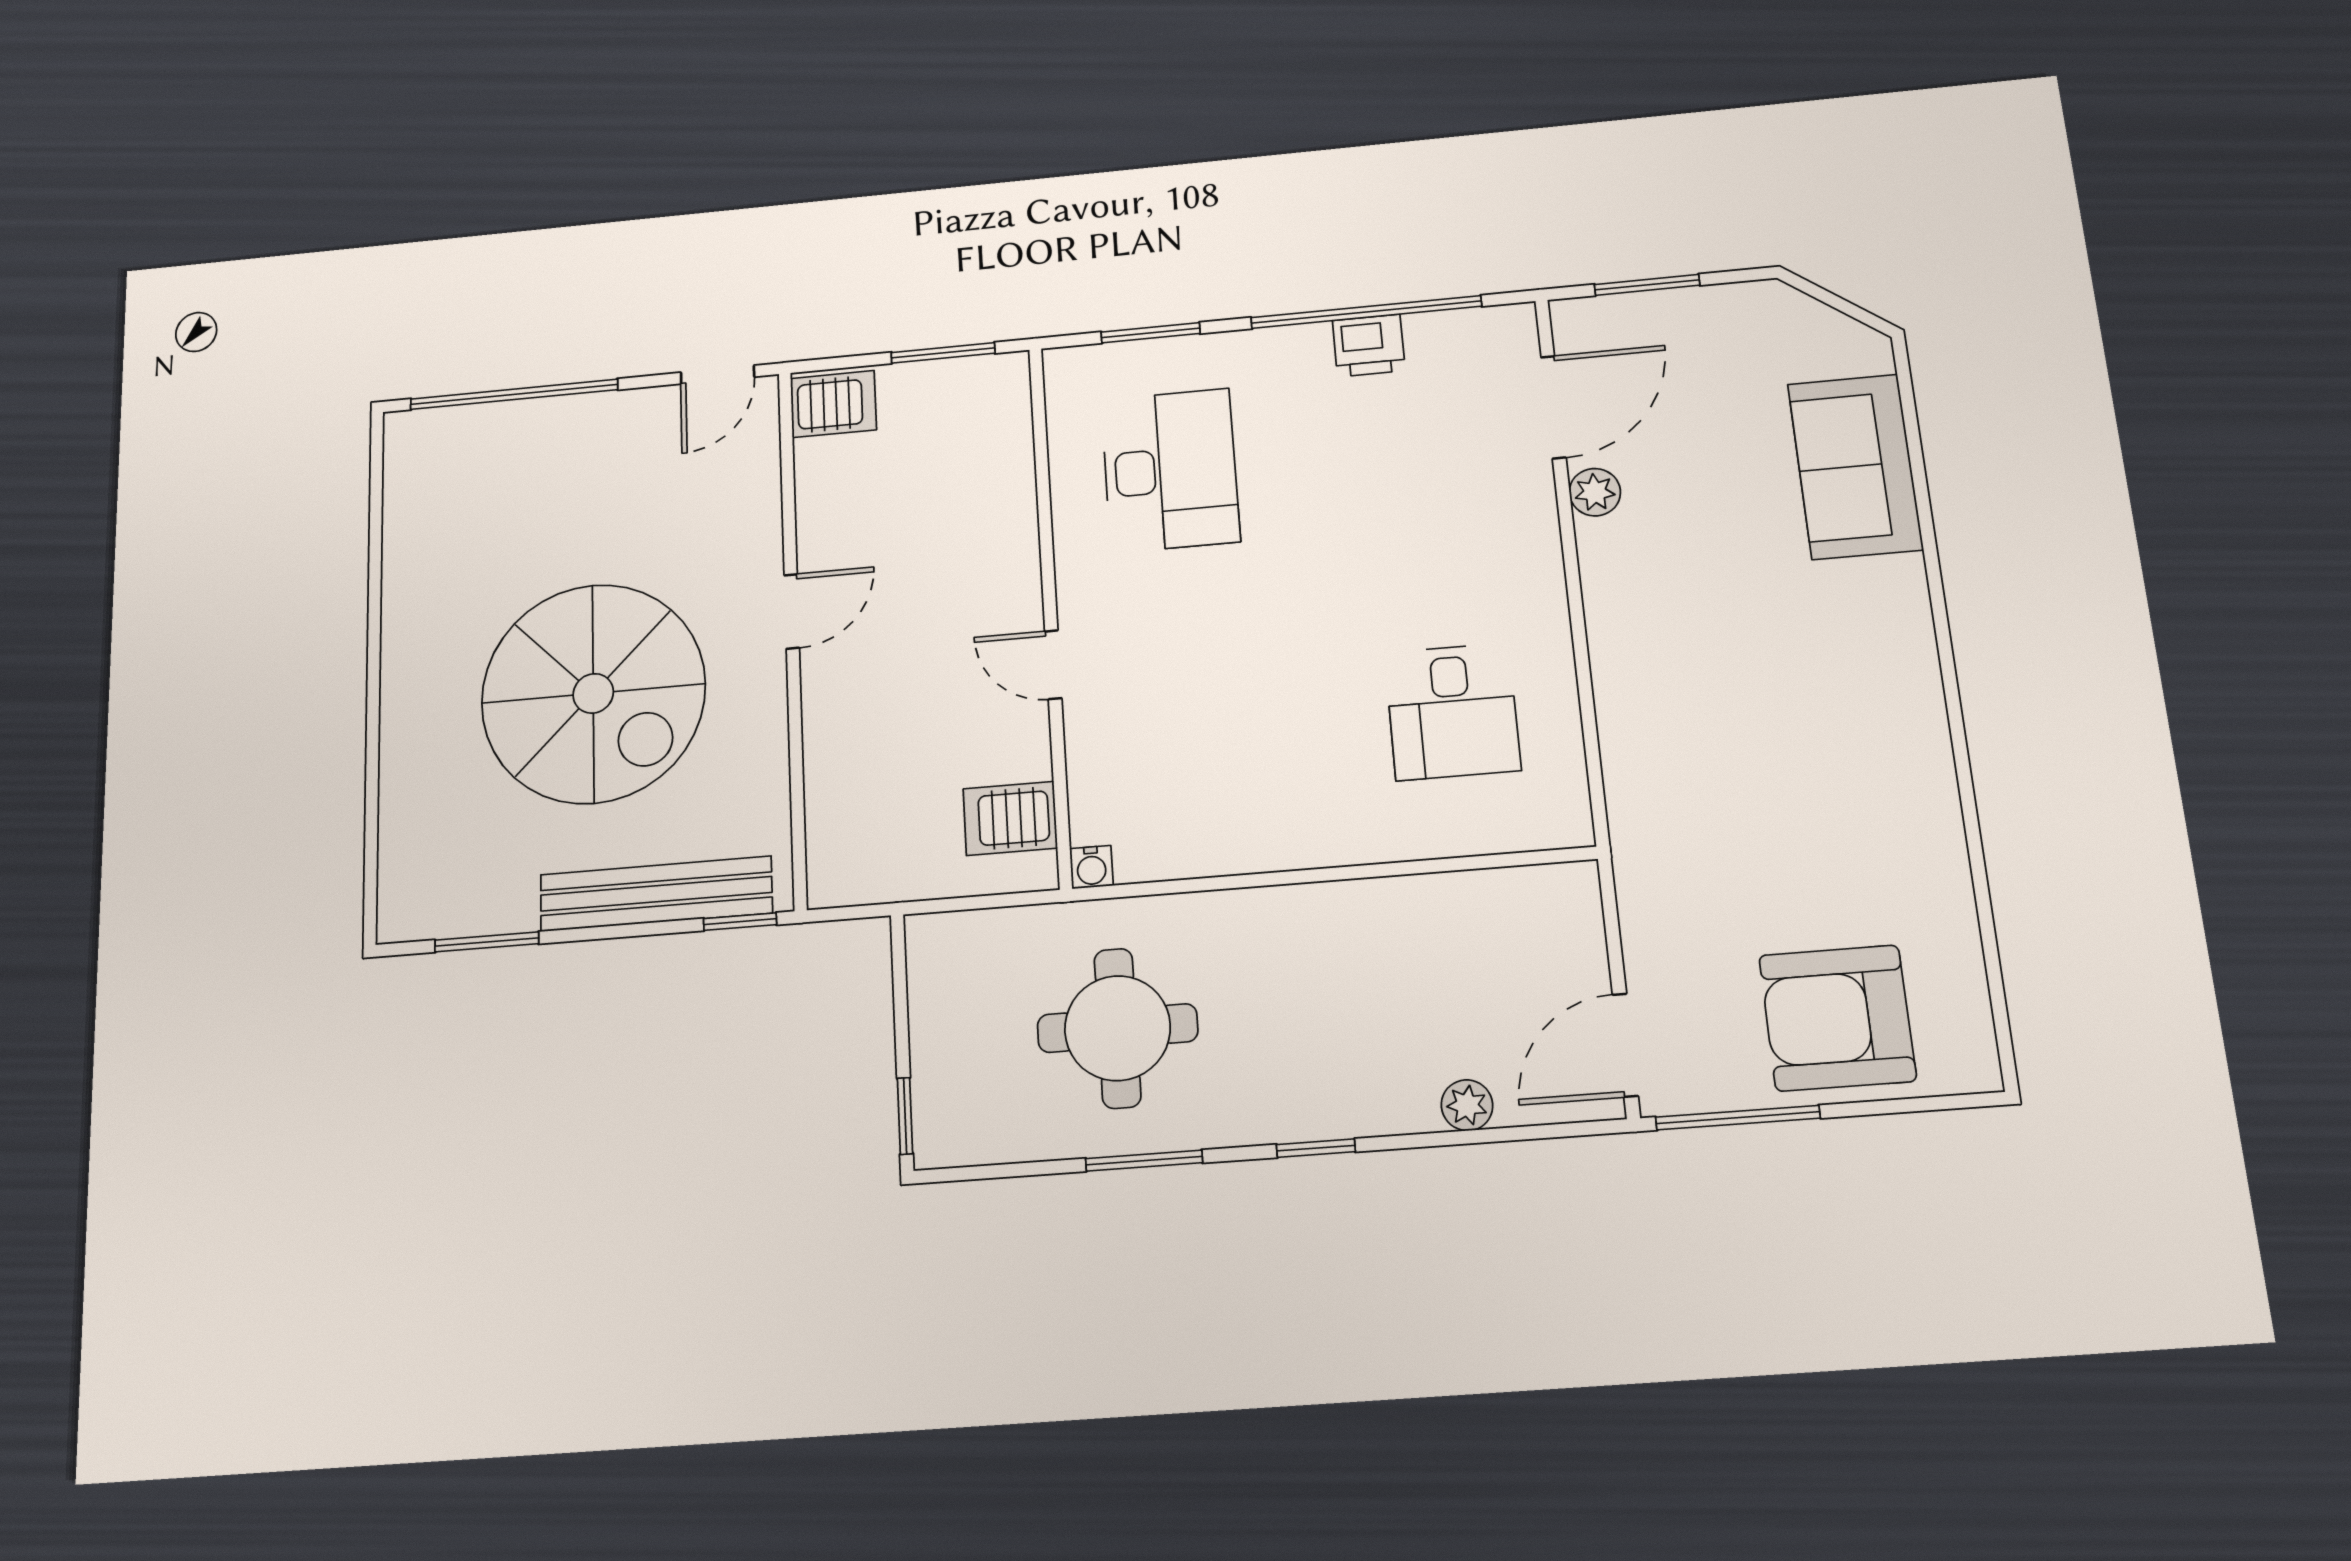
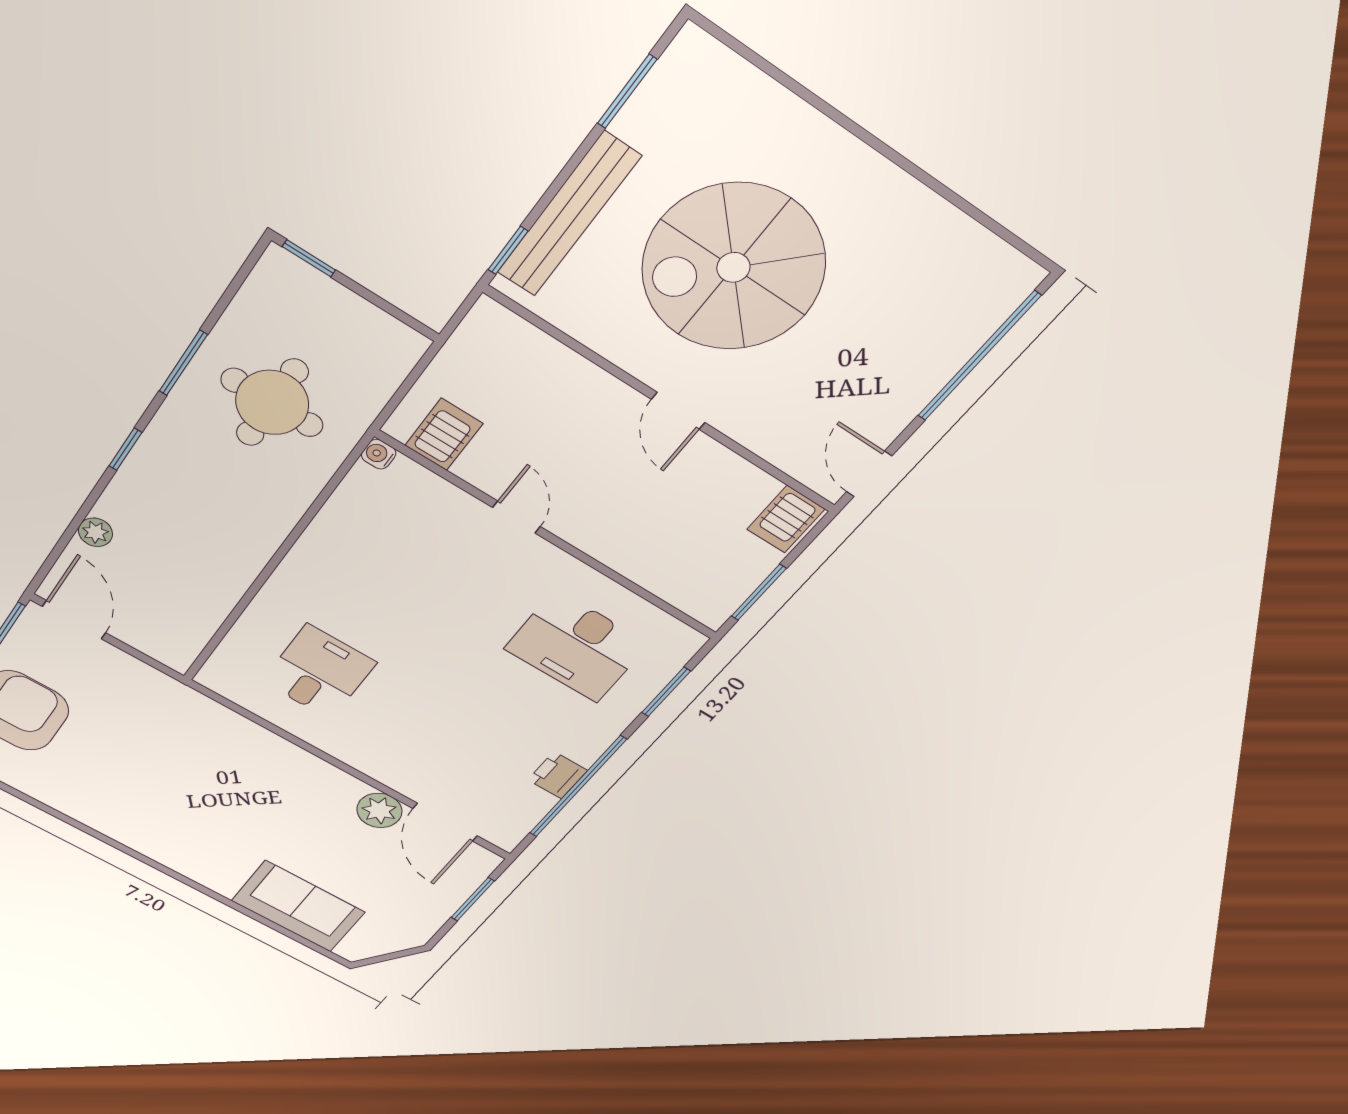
plant: (1595, 492) -> (379, 810), width x1.38, depth x1.38
door: (1053, 665) -> (516, 517), hinge flipped
desk: (1452, 711) -> (319, 672), turned 90

